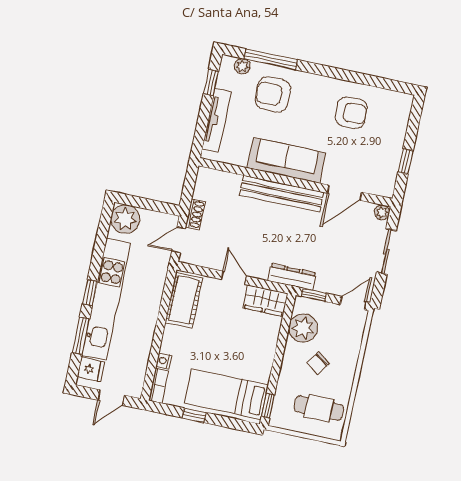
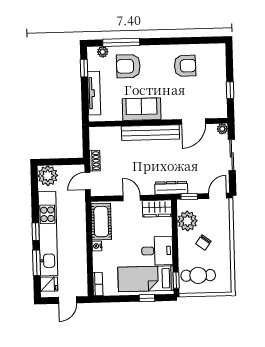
sofa: (286, 160) -> (142, 109), width x0.73
desk: (252, 359) -> (157, 251), added
nightstand: (164, 361) -> (97, 246), moved
cafe table: (319, 408) -> (198, 275), moved
window: (194, 415) -> (147, 298), moved

